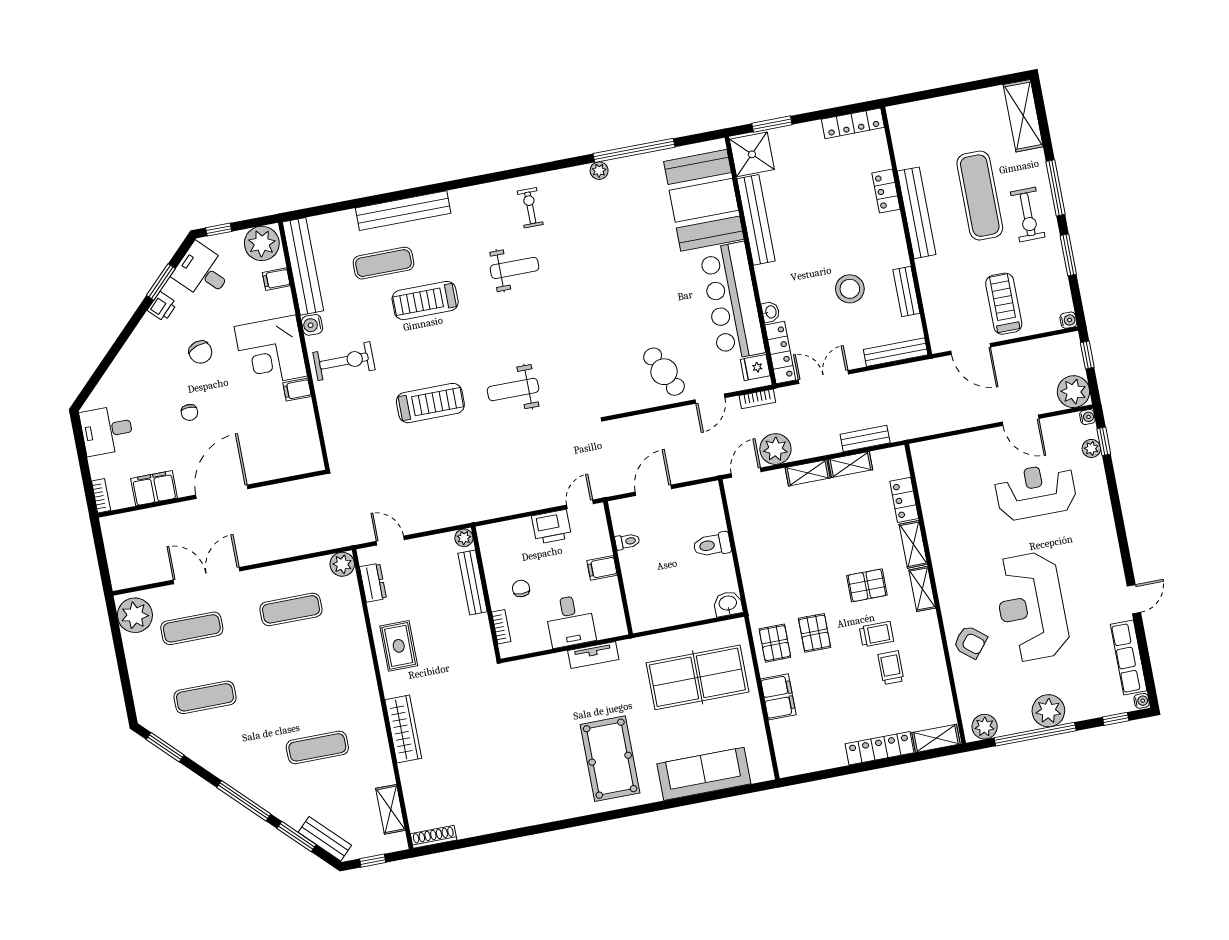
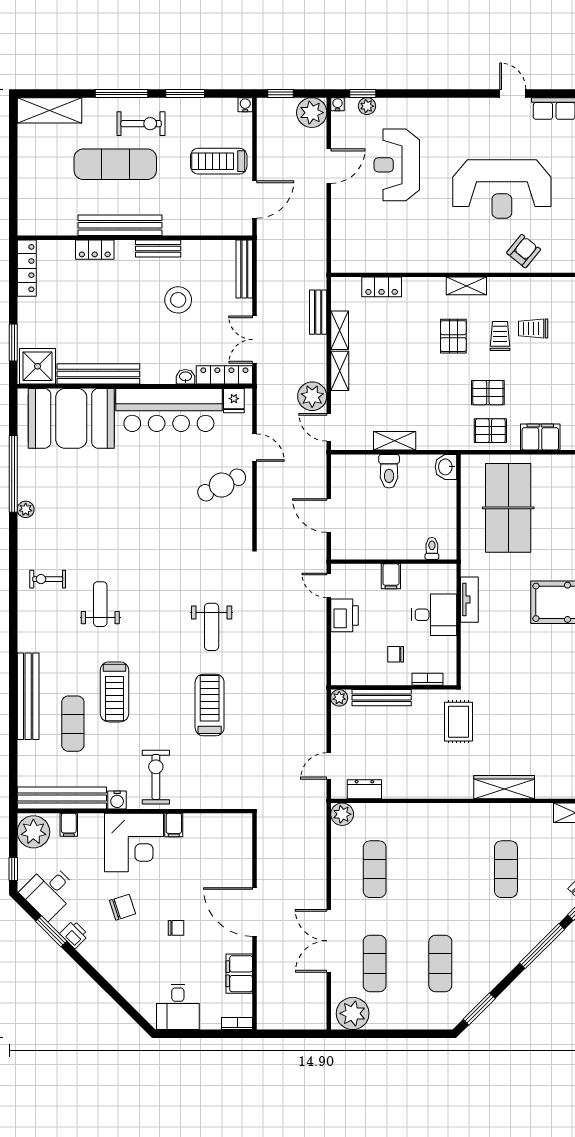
bench: (906, 292) -> (158, 248), moved
bookcase: (757, 399) -> (263, 404), removed
toilet: (627, 541) -> (432, 548), moved
shelving: (913, 544) -> (395, 441), moved
rug: (399, 646) -> (459, 722), moved, turned 90

